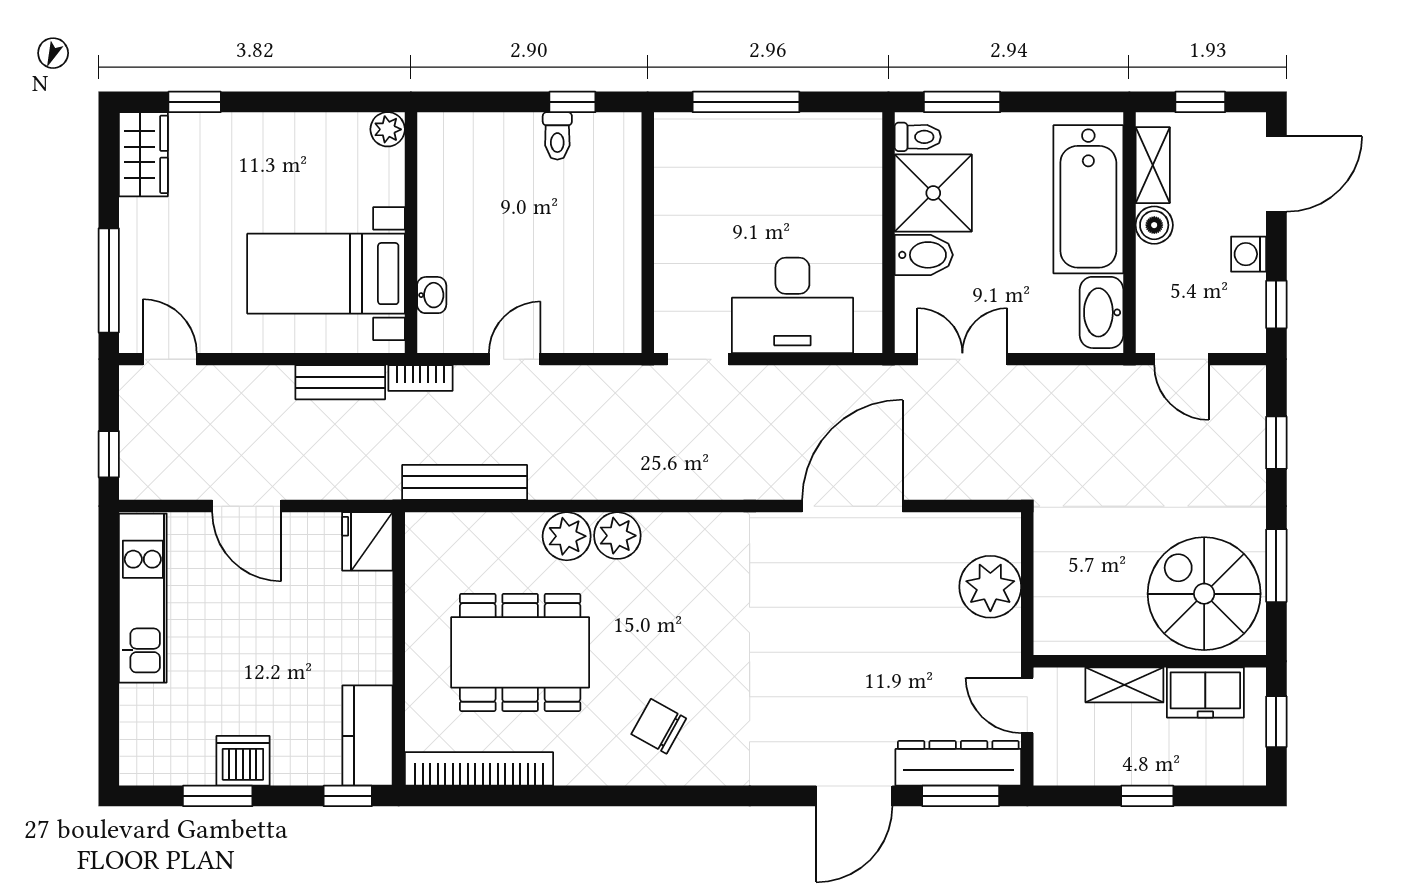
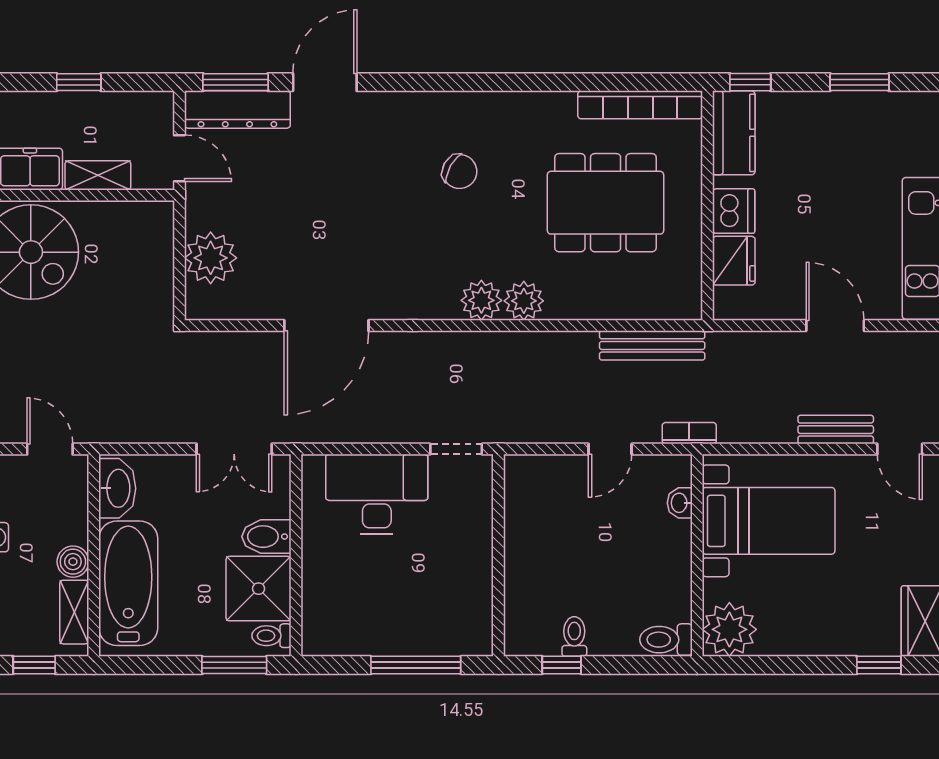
plant: (388, 129) -> (729, 629), width x1.87, depth x1.87
toilet: (448, 132) -> (666, 640), added
bench: (340, 382) -> (836, 430), moved
plant: (567, 536) -> (481, 300), moved
fridge: (367, 541) -> (734, 261), moved
chair: (659, 726) -> (460, 172), moved
dishwasher: (243, 761) -> (734, 211), moved, turned -90

